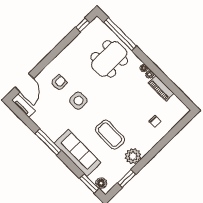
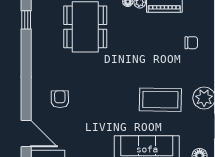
side table: (78, 101) -> (96, 98), removed

